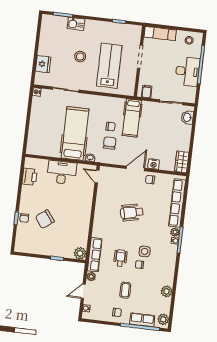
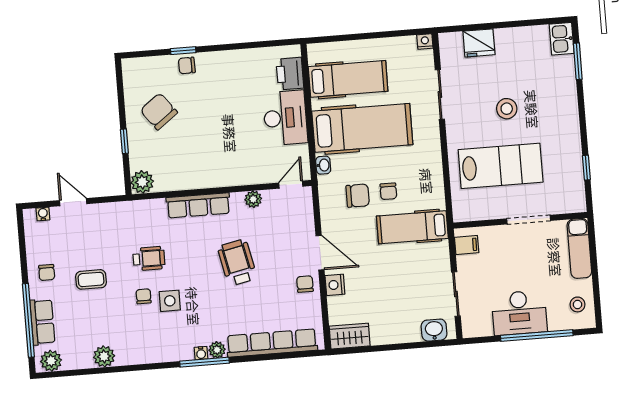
kitchen sink: (76, 24) -> (562, 39), moved
hospital bed: (48, 136) -> (348, 79), added
printer: (30, 177) -> (290, 74), moved, turned 90
chair: (45, 219) -> (159, 111), moved
row of seats: (95, 255) -> (198, 205), moved
plant: (91, 276) -> (253, 199), moved

